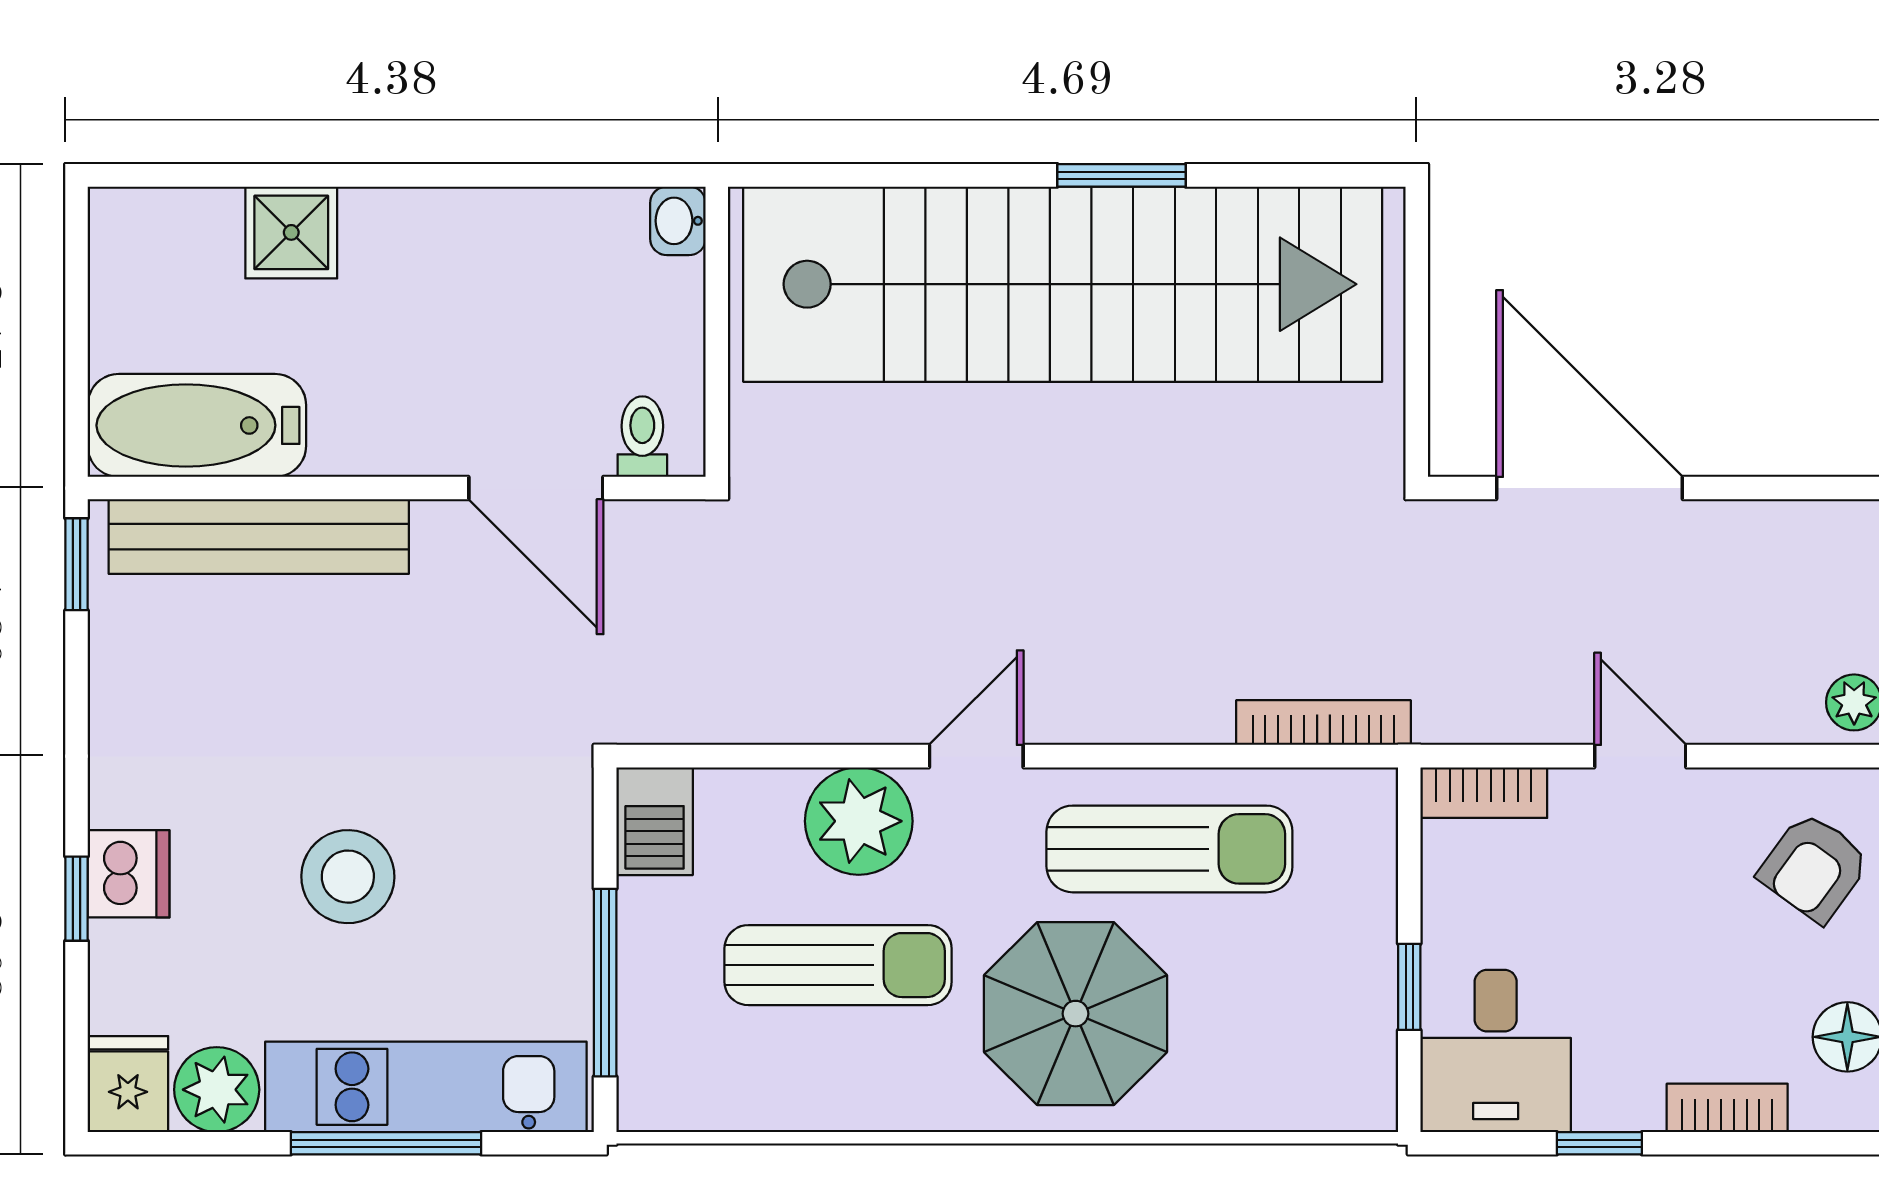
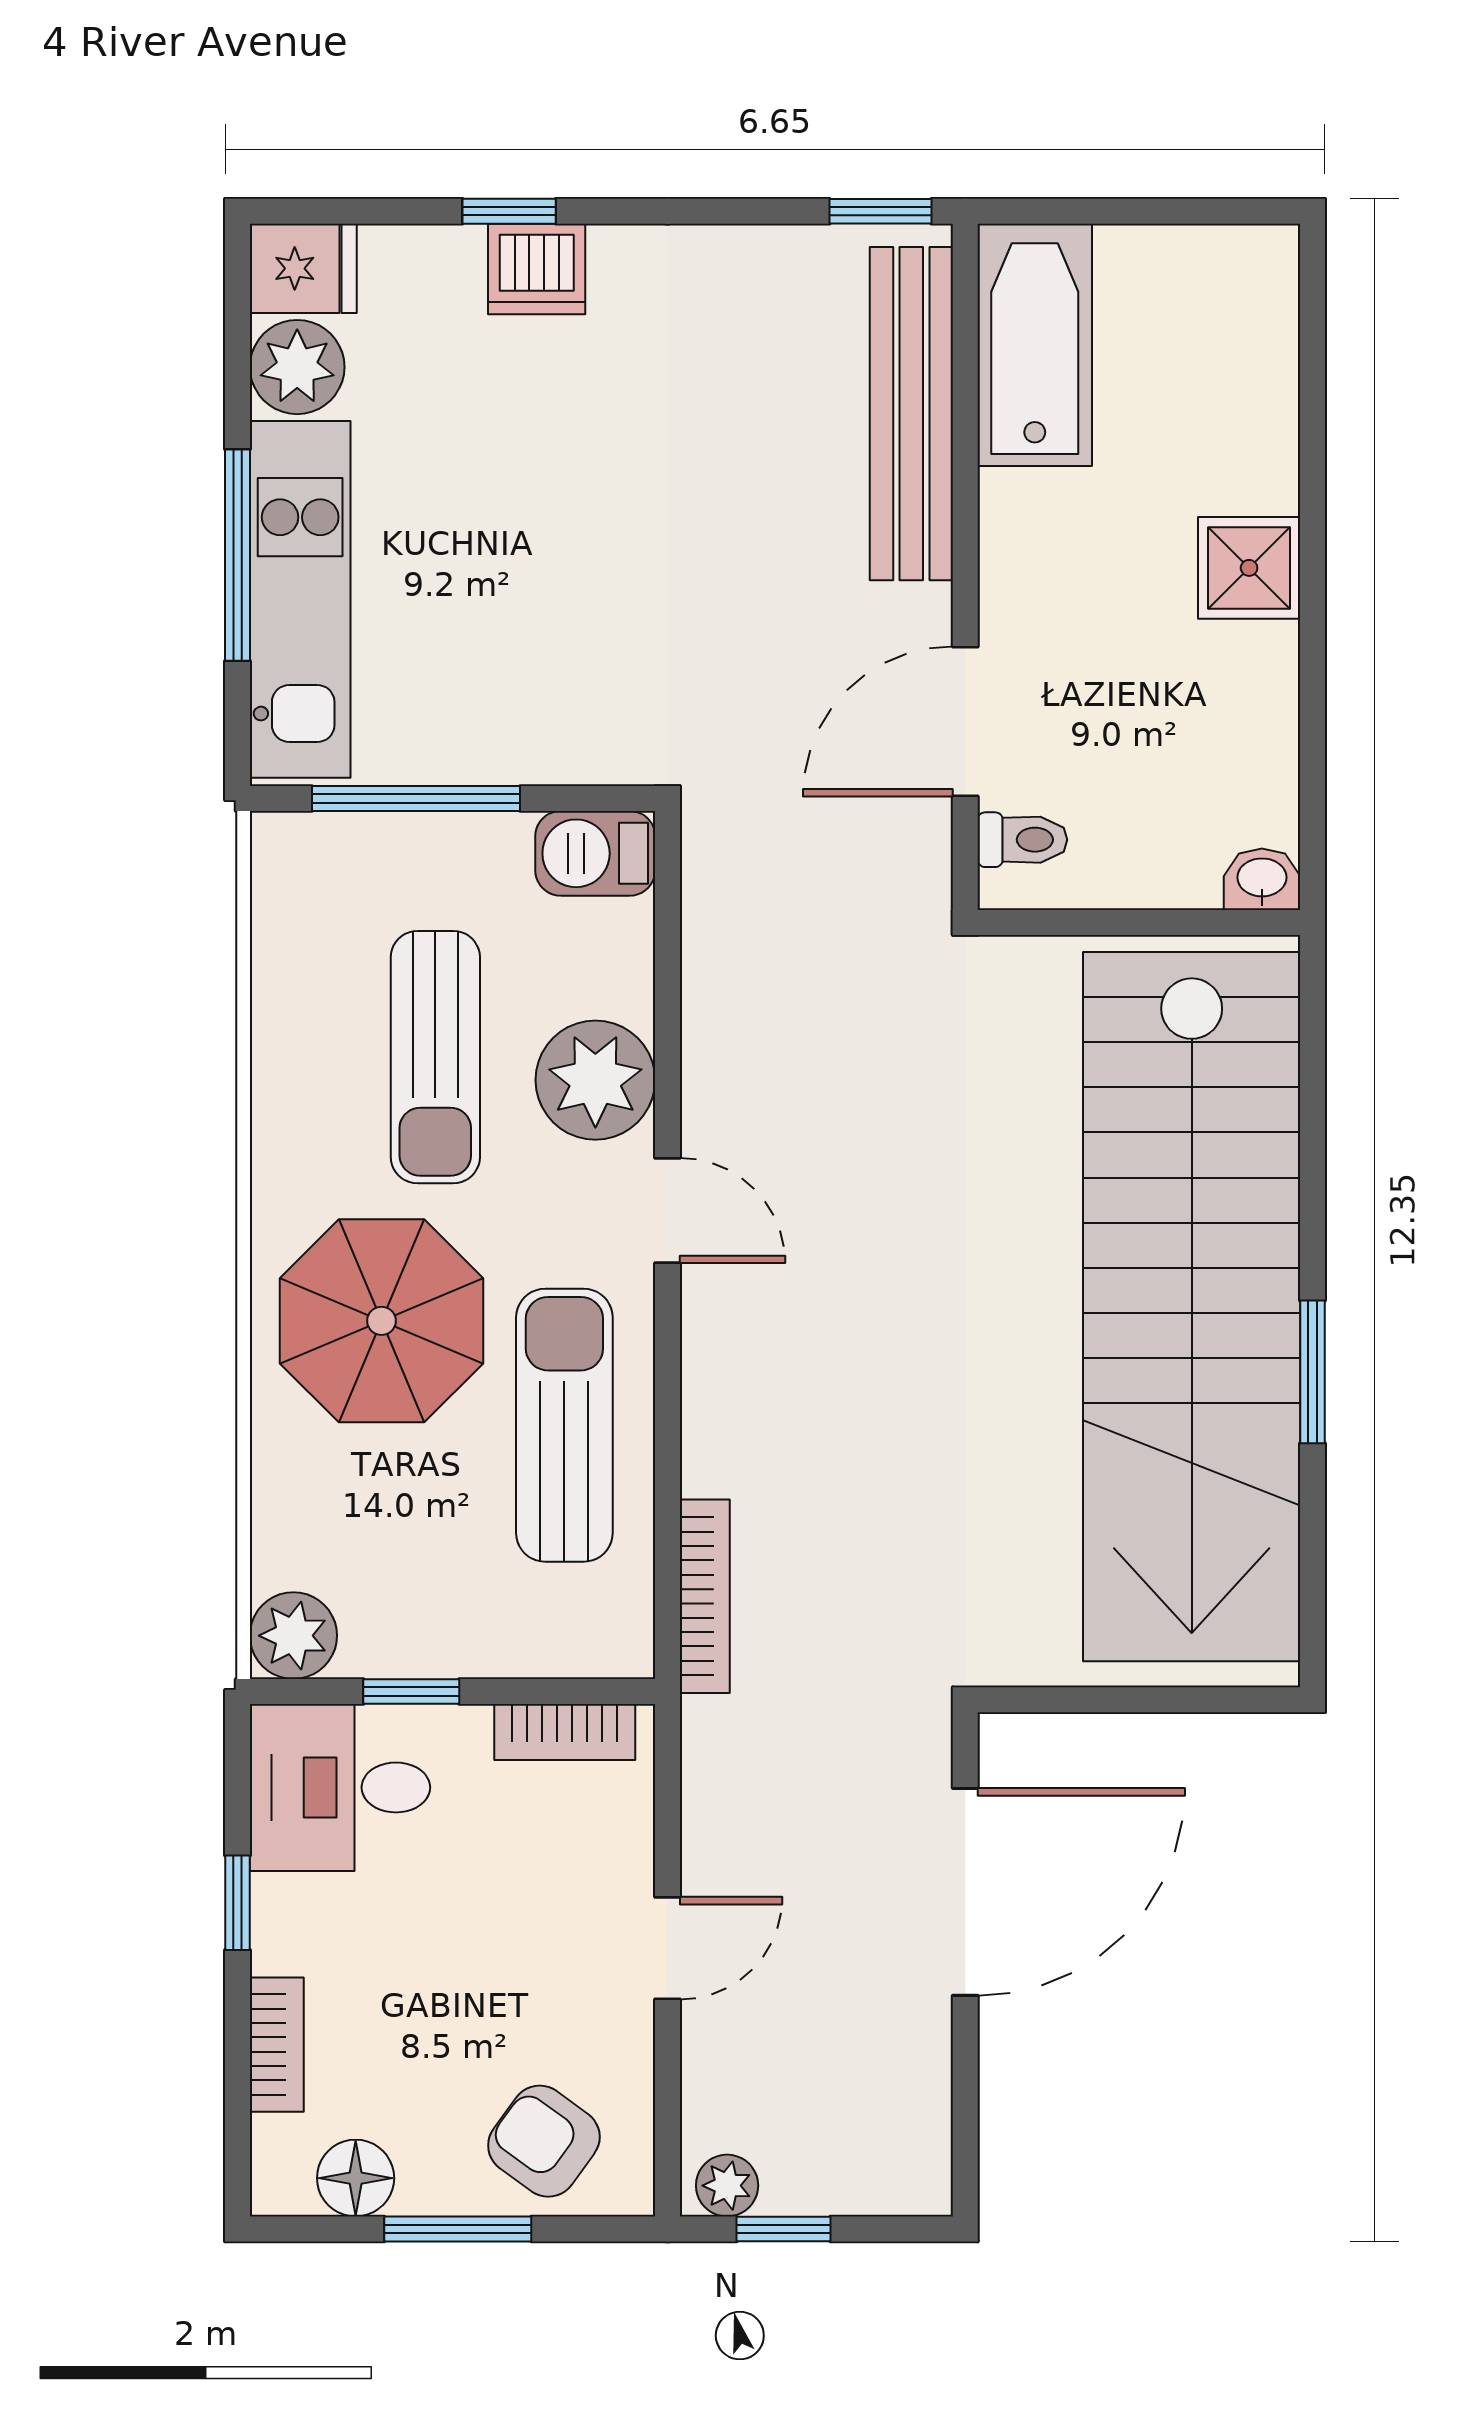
shower: (291, 232) -> (1249, 568), moved
bookcase: (1484, 793) -> (565, 1732), moved, turned -90
sun lounger: (1169, 849) -> (564, 1425), turned 180
stool: (348, 877) -> (534, 513), removed
plant: (1359, 1093) -> (293, 1636), added

